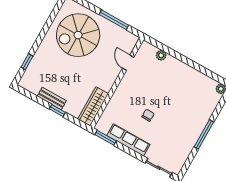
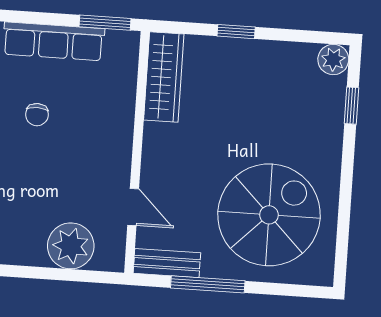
plant: (161, 55) -> (71, 246), width x1.87, depth x1.87
plant: (26, 82) -> (333, 59), added
bench: (52, 99) -> (167, 263), moved

